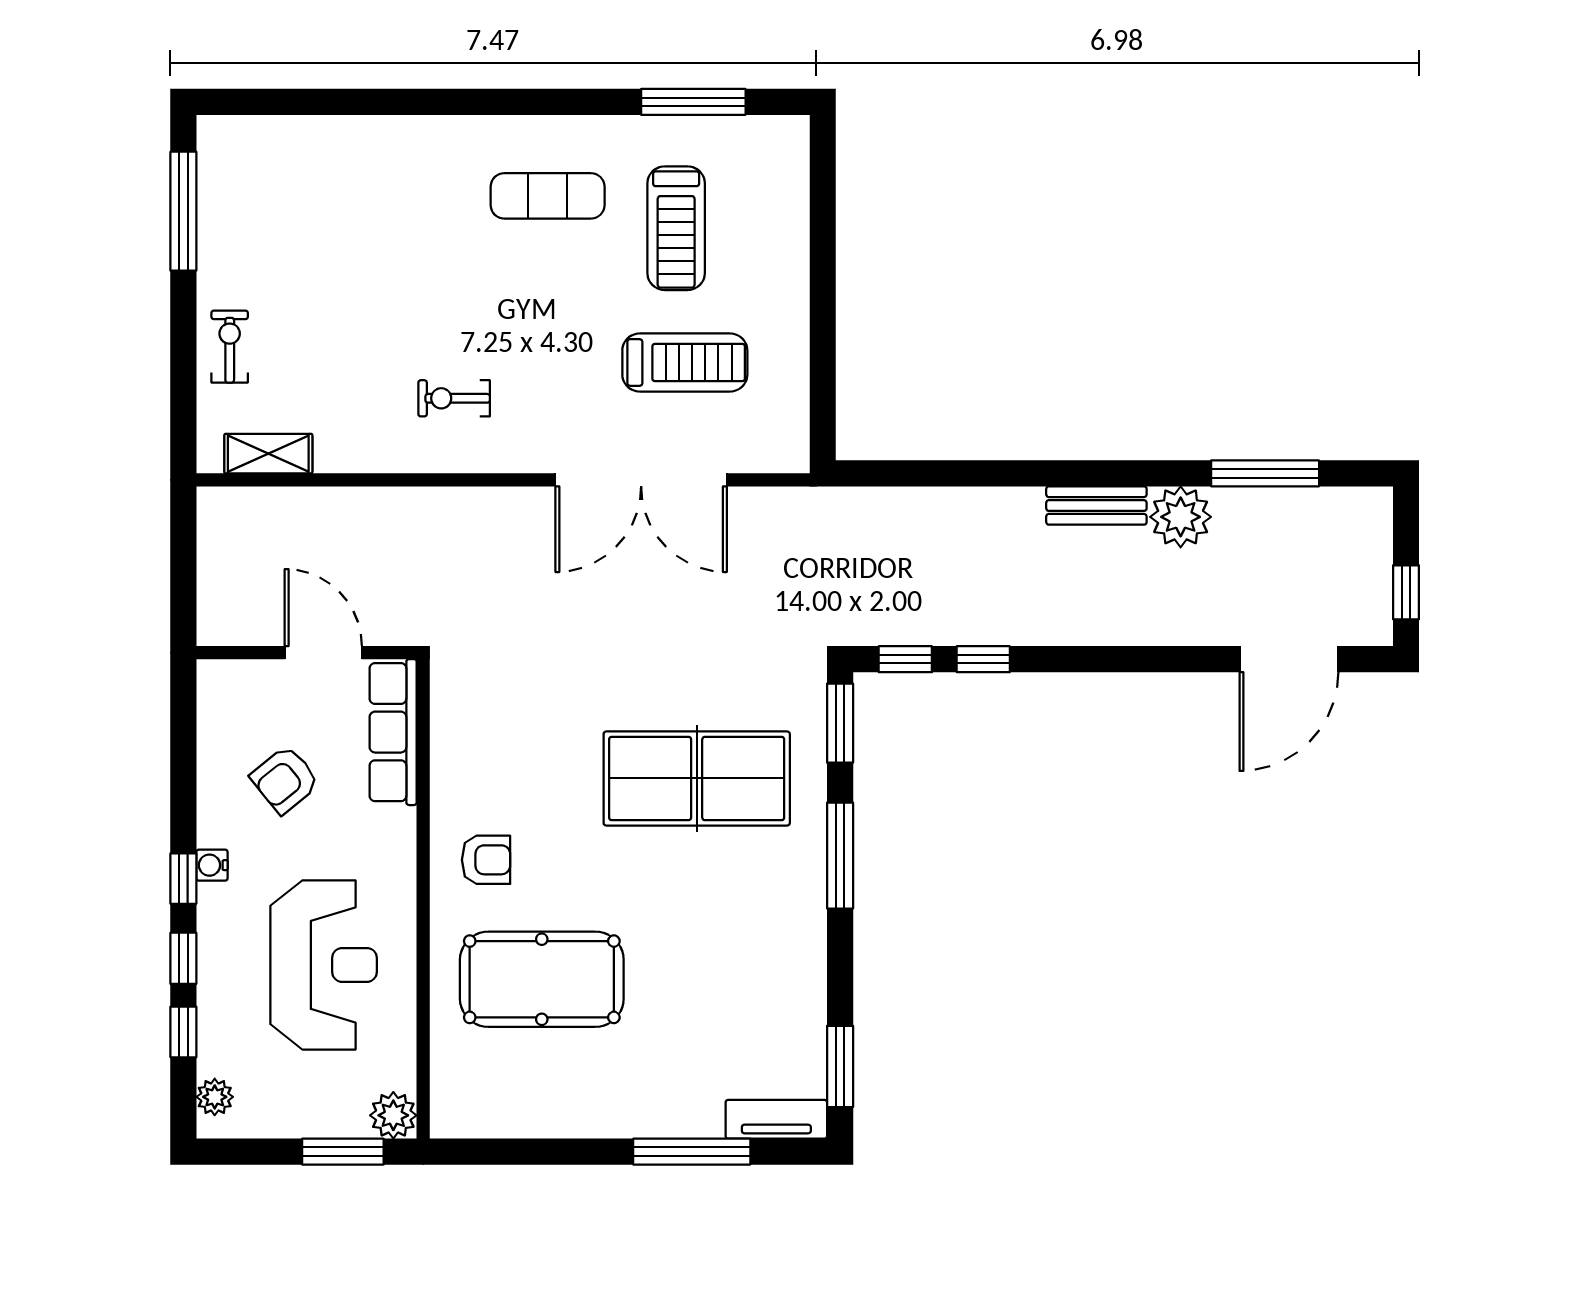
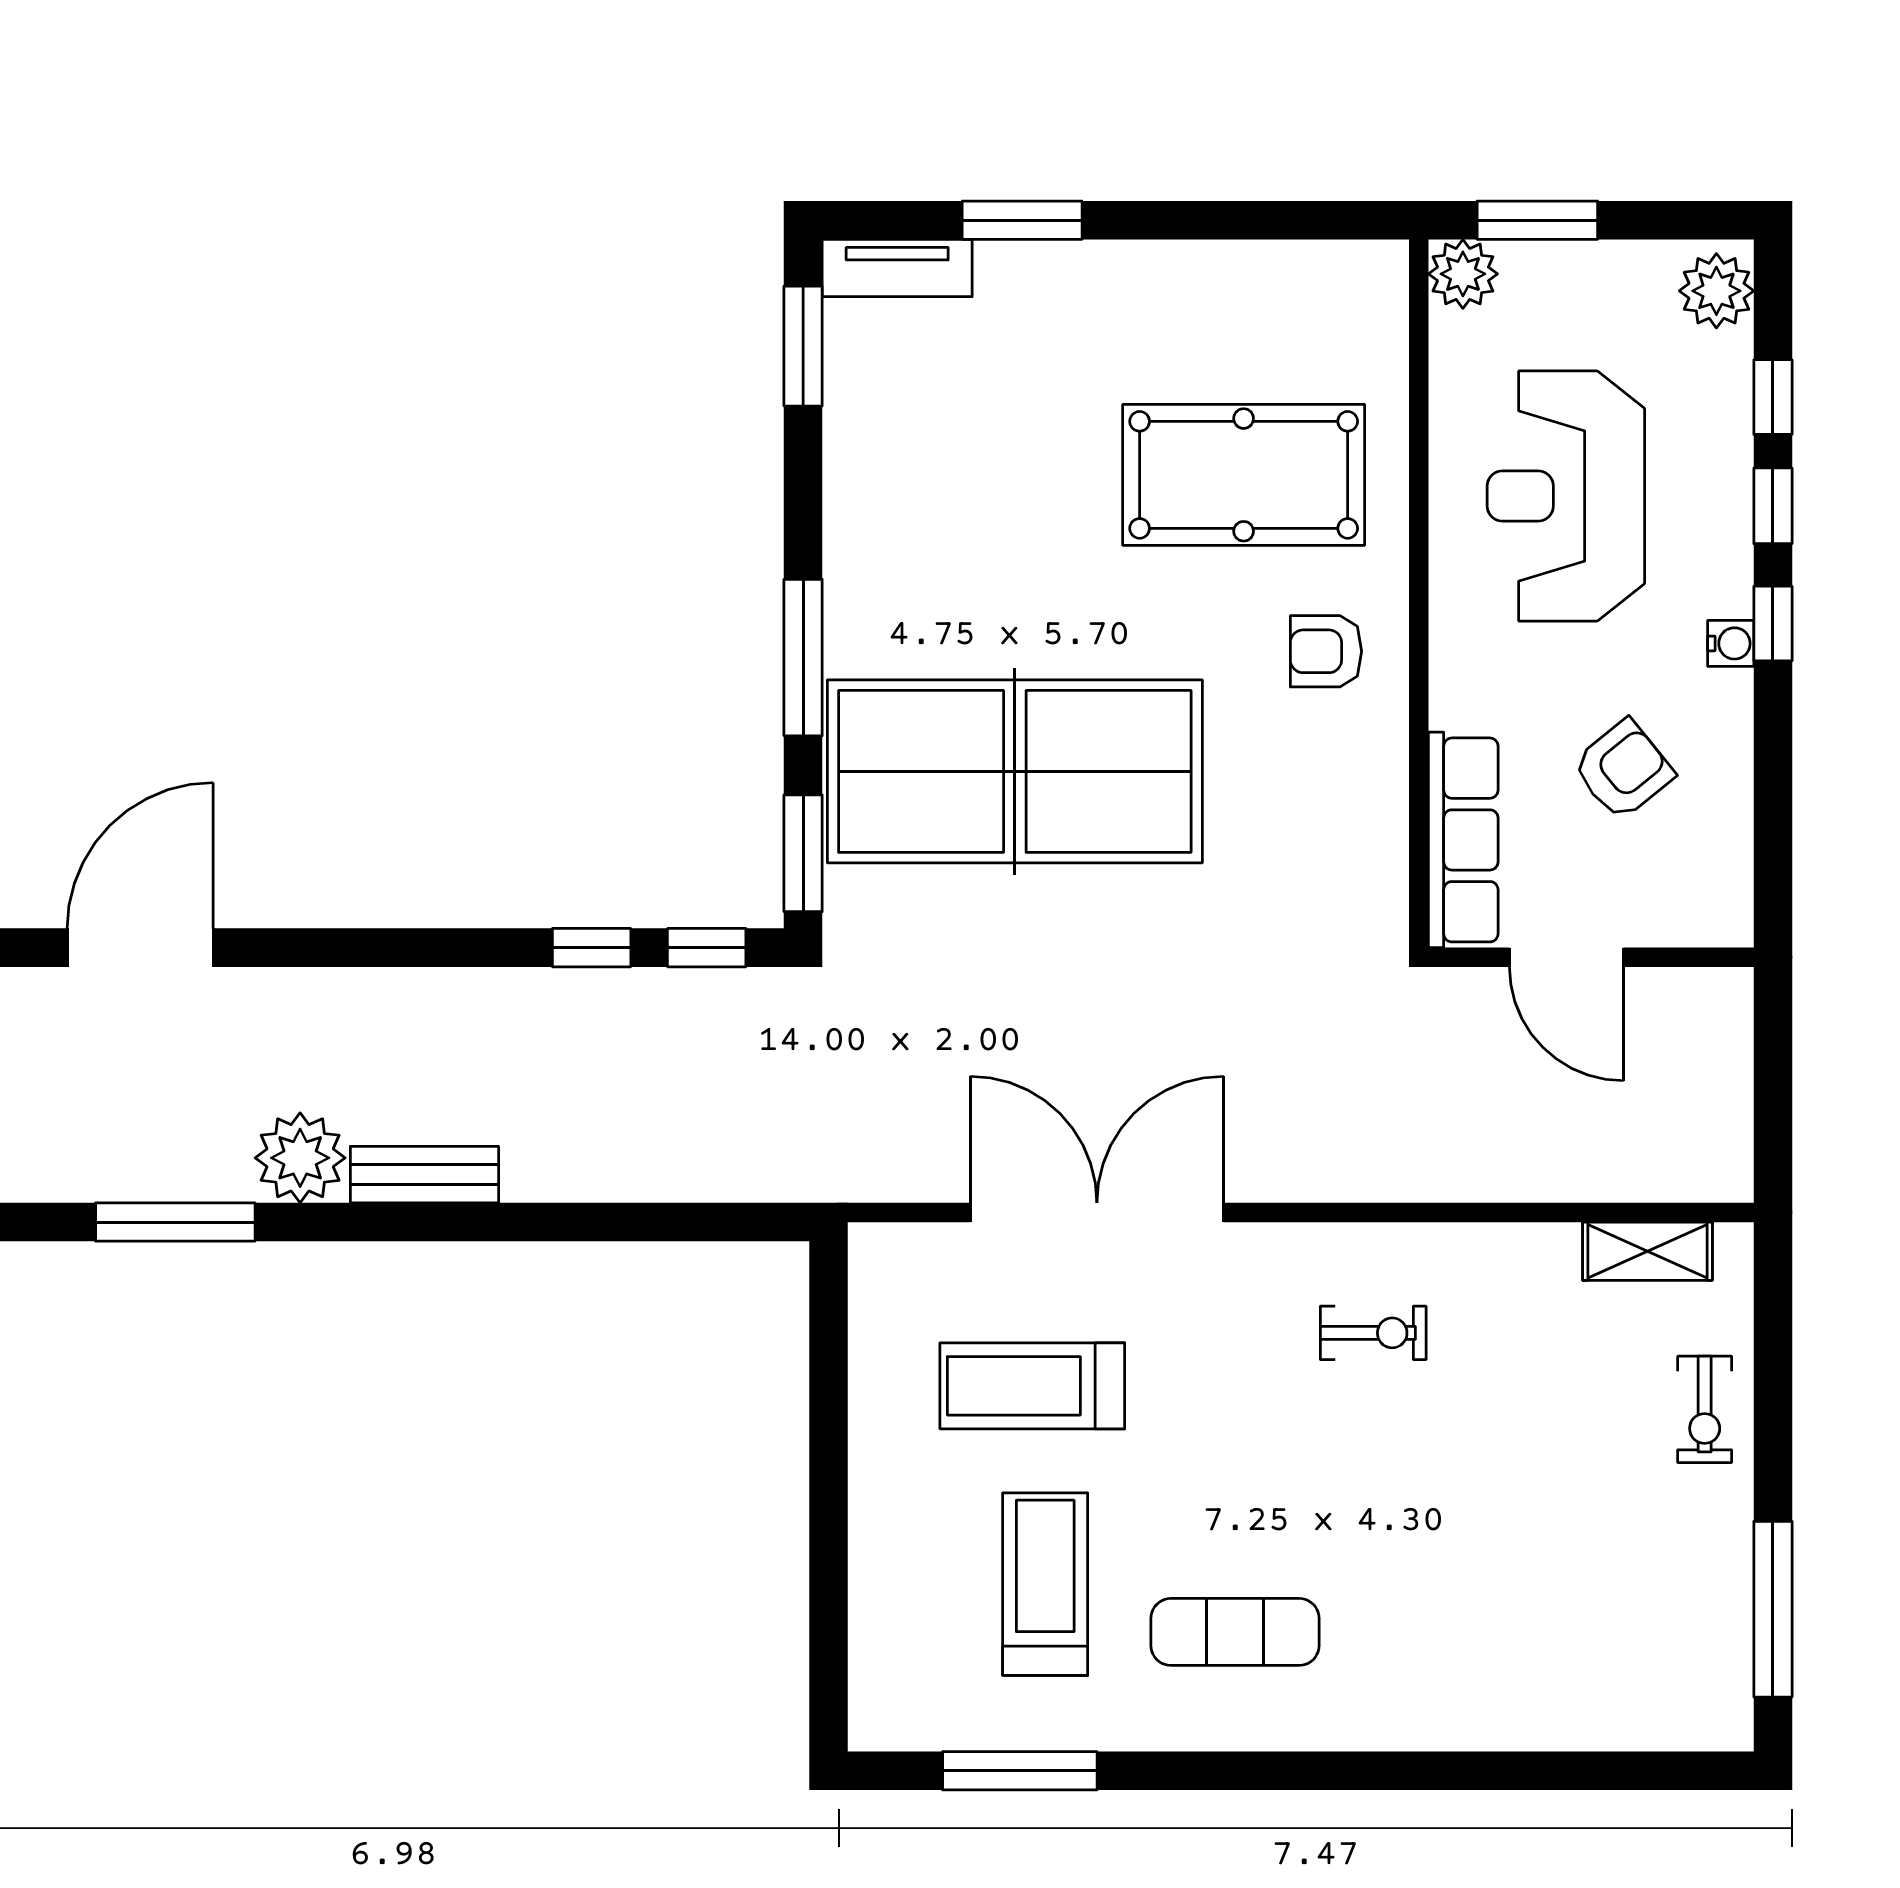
table tennis table: (697, 778) -> (1015, 771), width x1.36, depth x1.32
plant: (215, 1097) -> (1716, 291), width x1.38, depth x1.38
window: (692, 1152) -> (1022, 220), width x0.69

